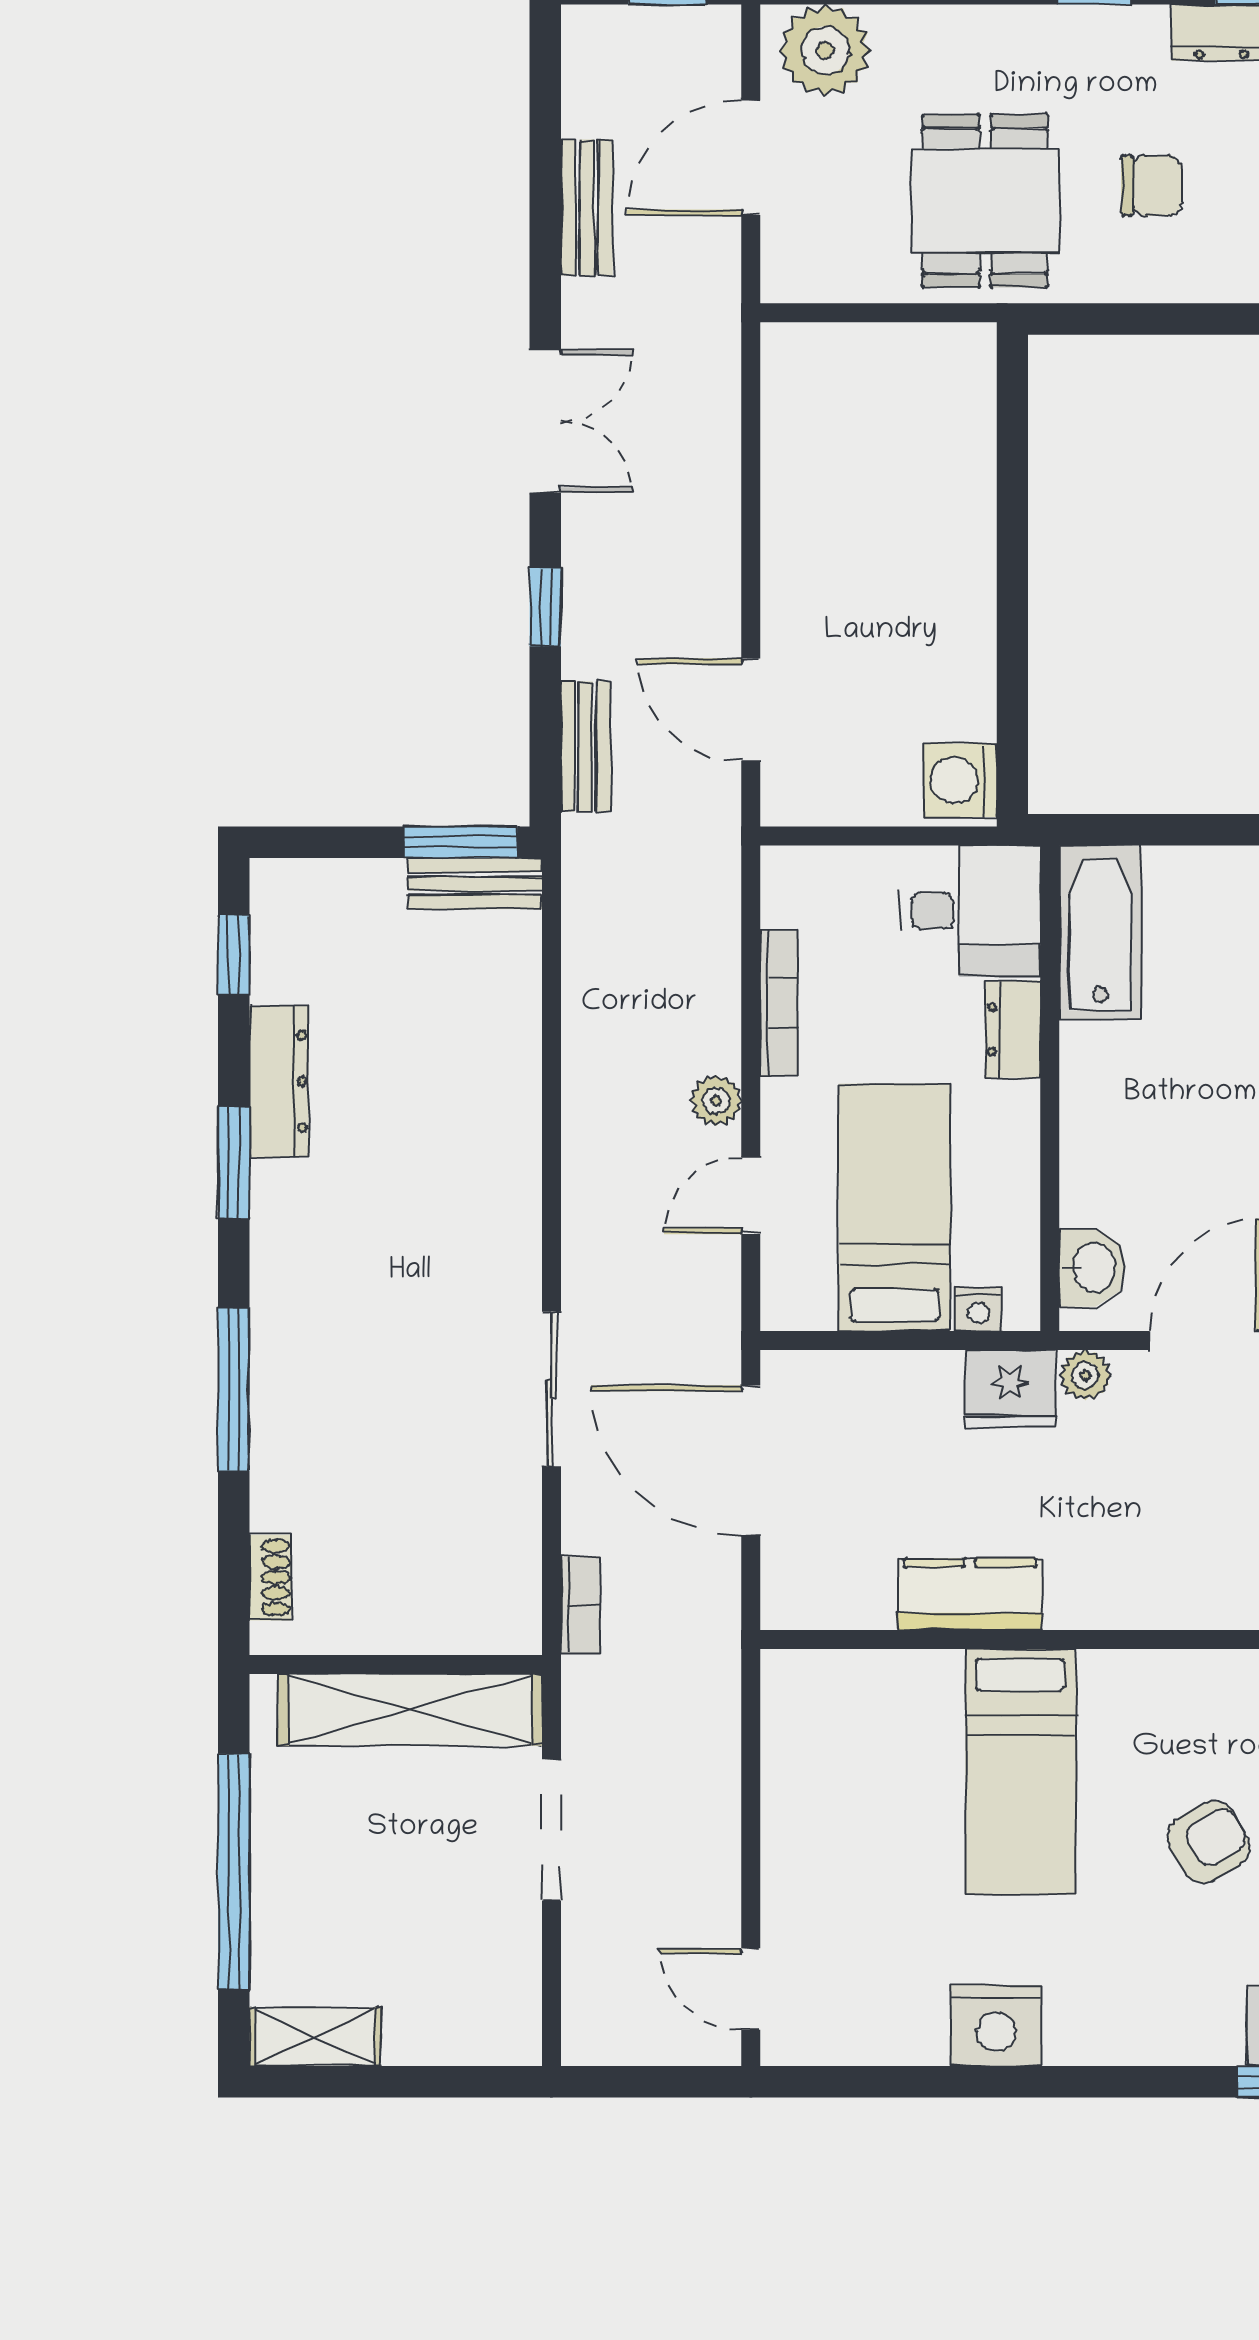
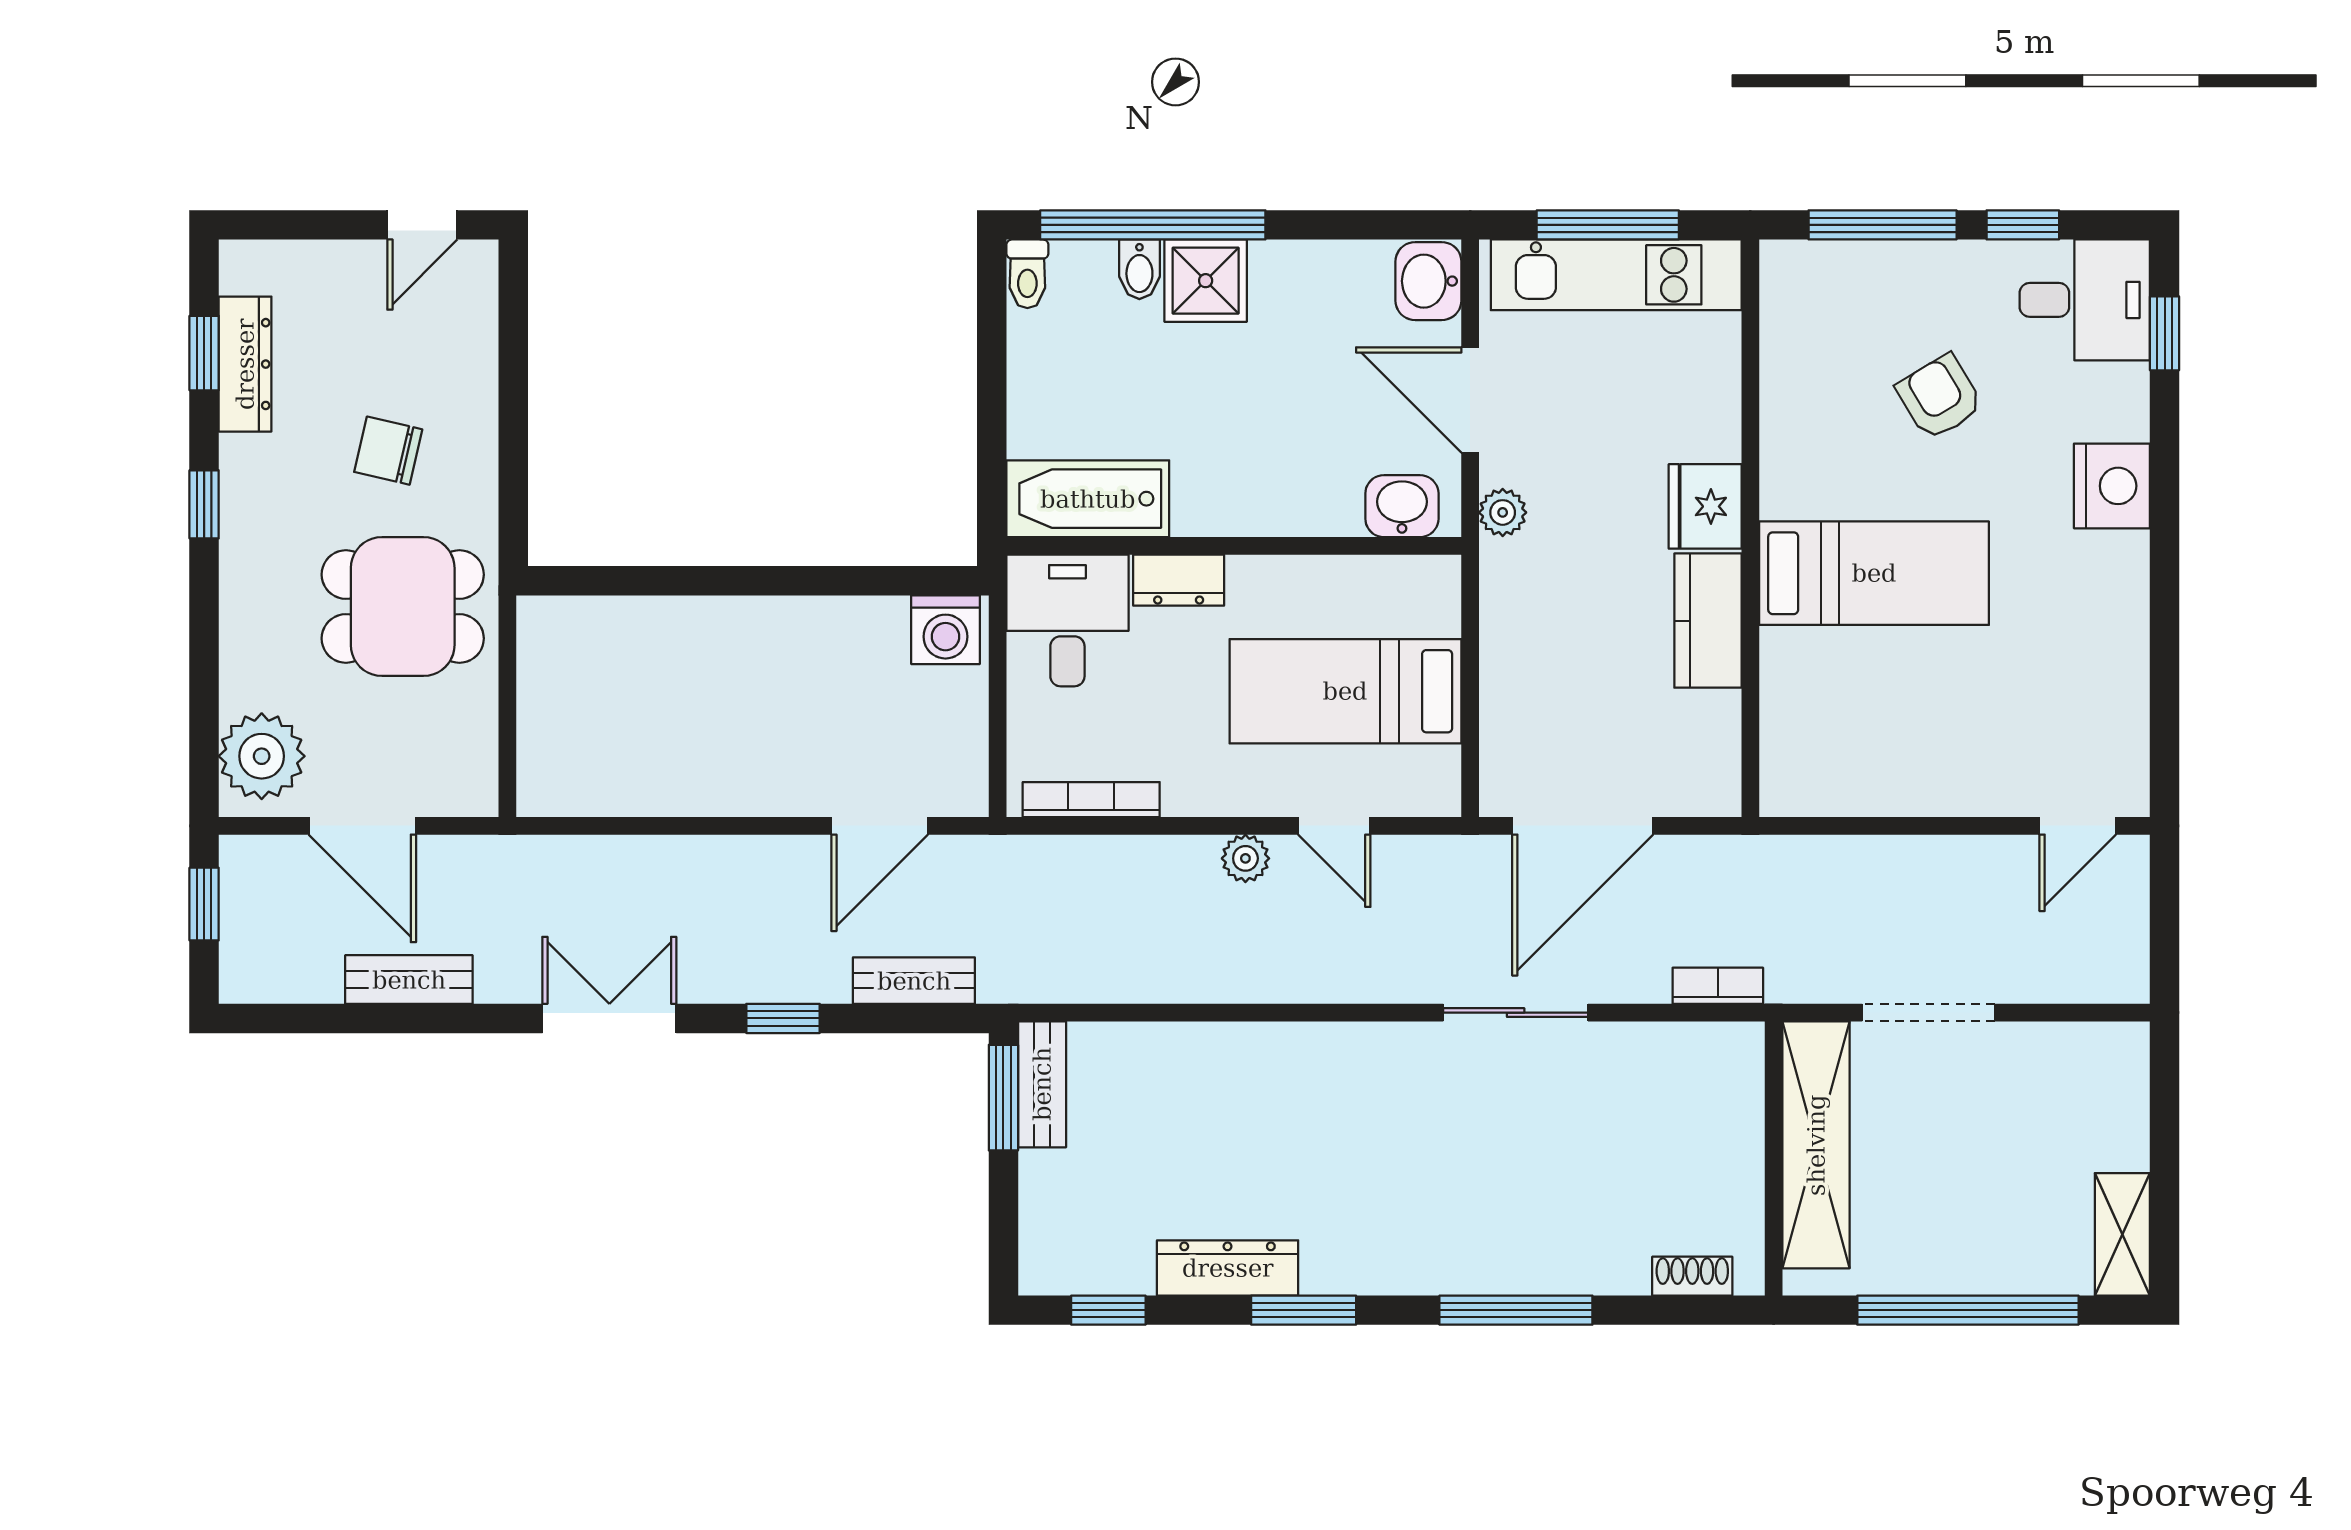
chair: (1151, 185) -> (388, 451), turned -77
bookcase: (779, 1003) -> (1091, 800), moved
nightstand: (978, 1309) -> (1441, 613), removed
fridge: (1010, 1389) -> (1705, 506), moved, turned 180
nightstand: (996, 2026) -> (2112, 486), moved

